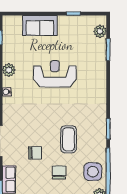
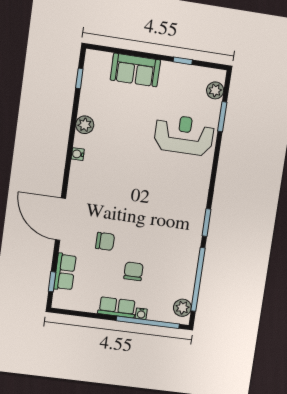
reception desk: (55, 74) -> (184, 135), moved
coffee table: (69, 139) -> (152, 229), removed
side table: (93, 172) -> (178, 276), removed

